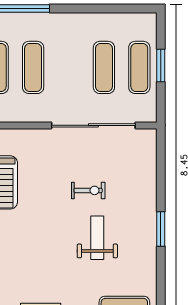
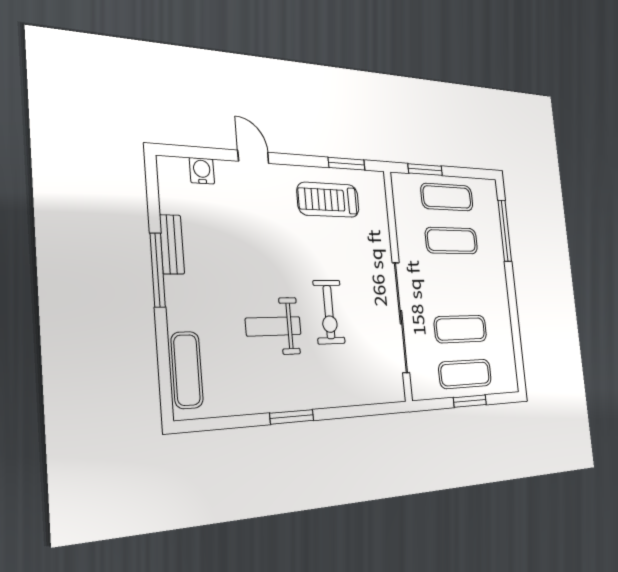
exercise bike: (88, 190) -> (329, 312), width x1.38, depth x1.39
weight bench: (97, 238) -> (273, 326), turned 180

